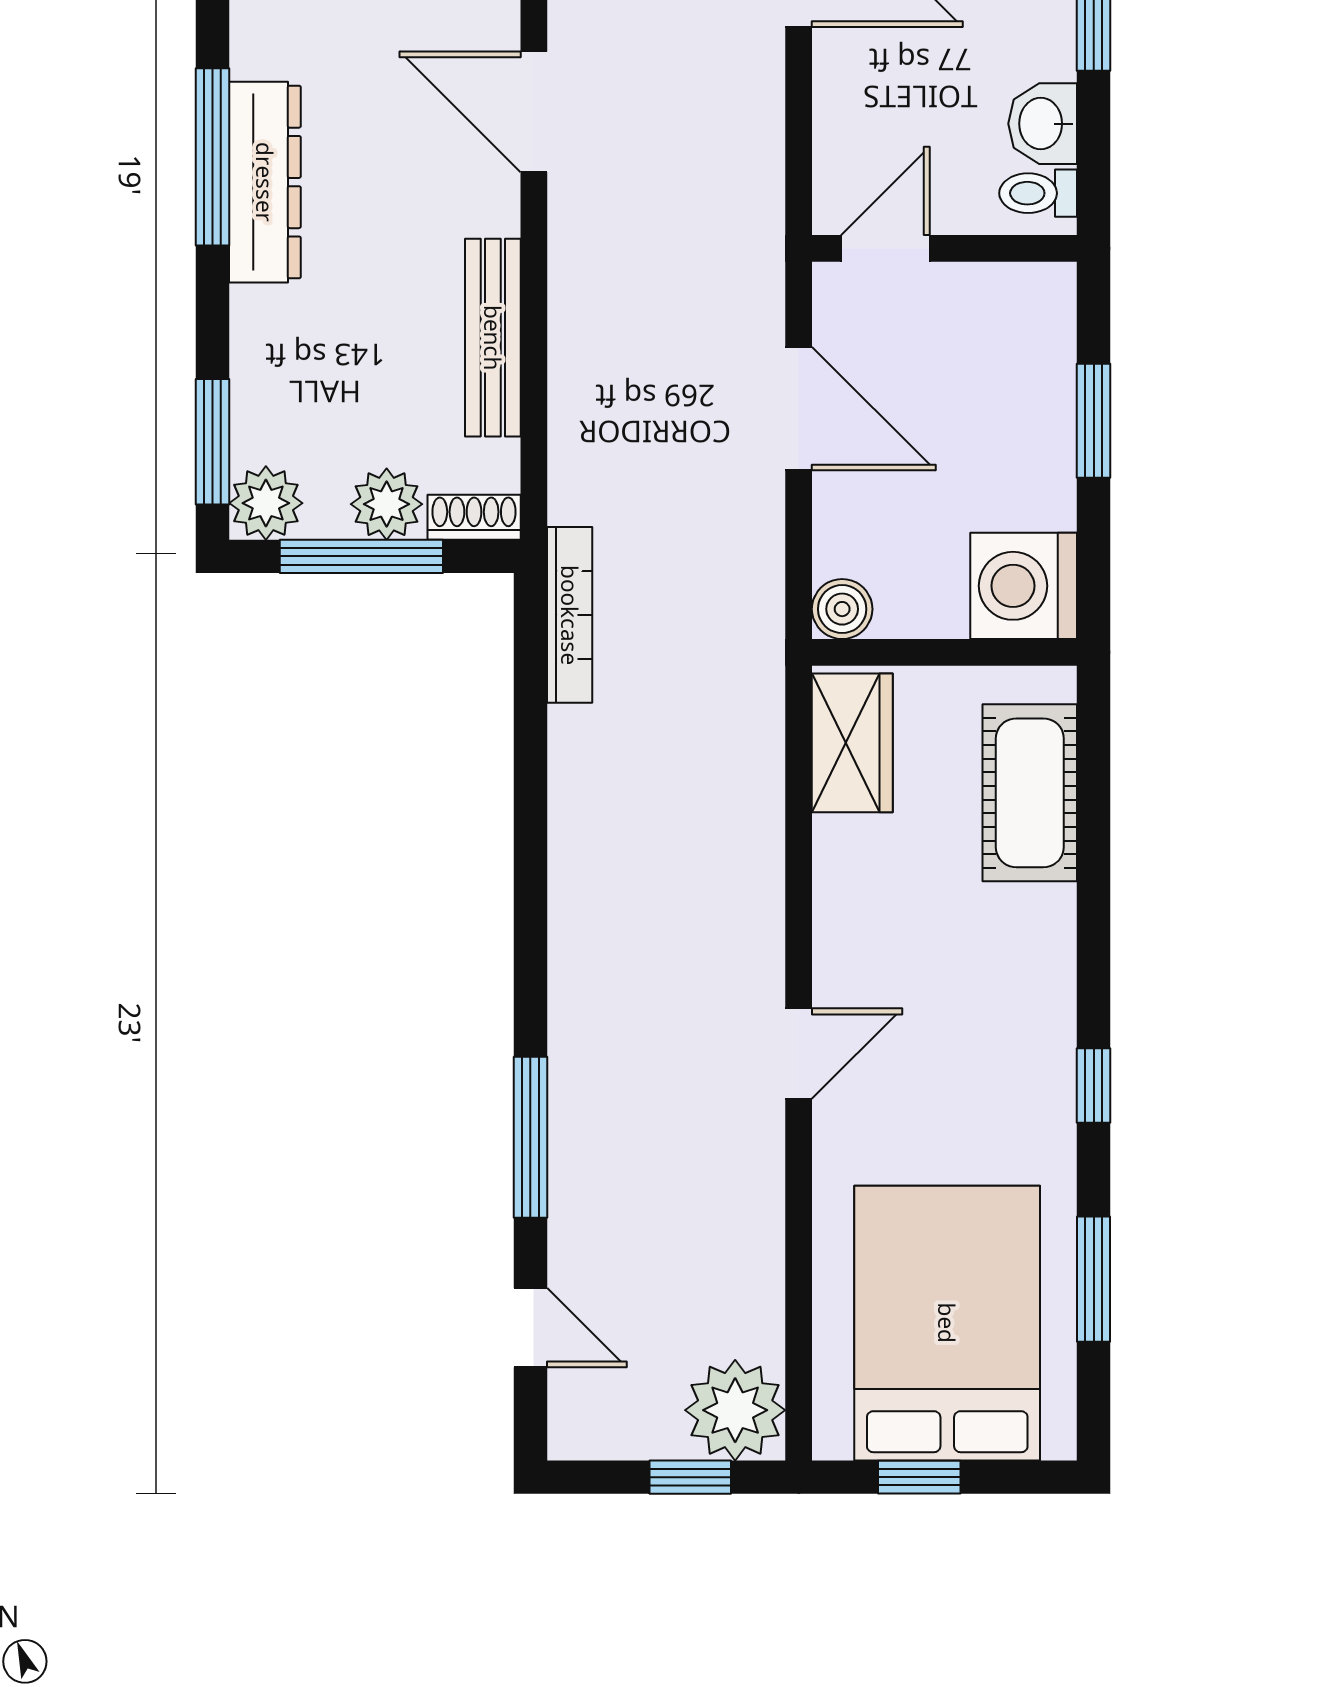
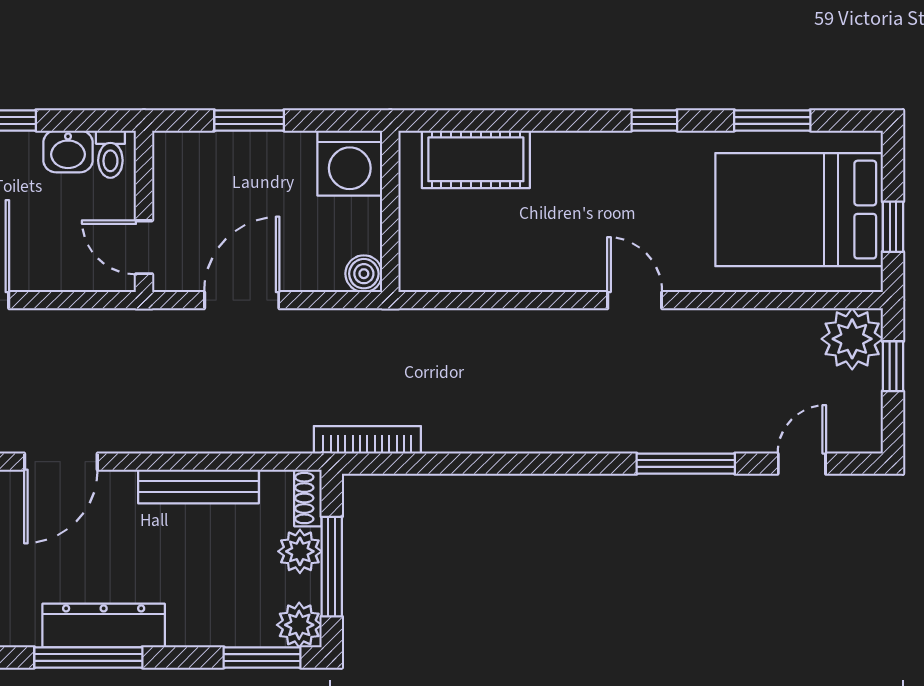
wardrobe: (852, 743) -> (445, 267), removed

